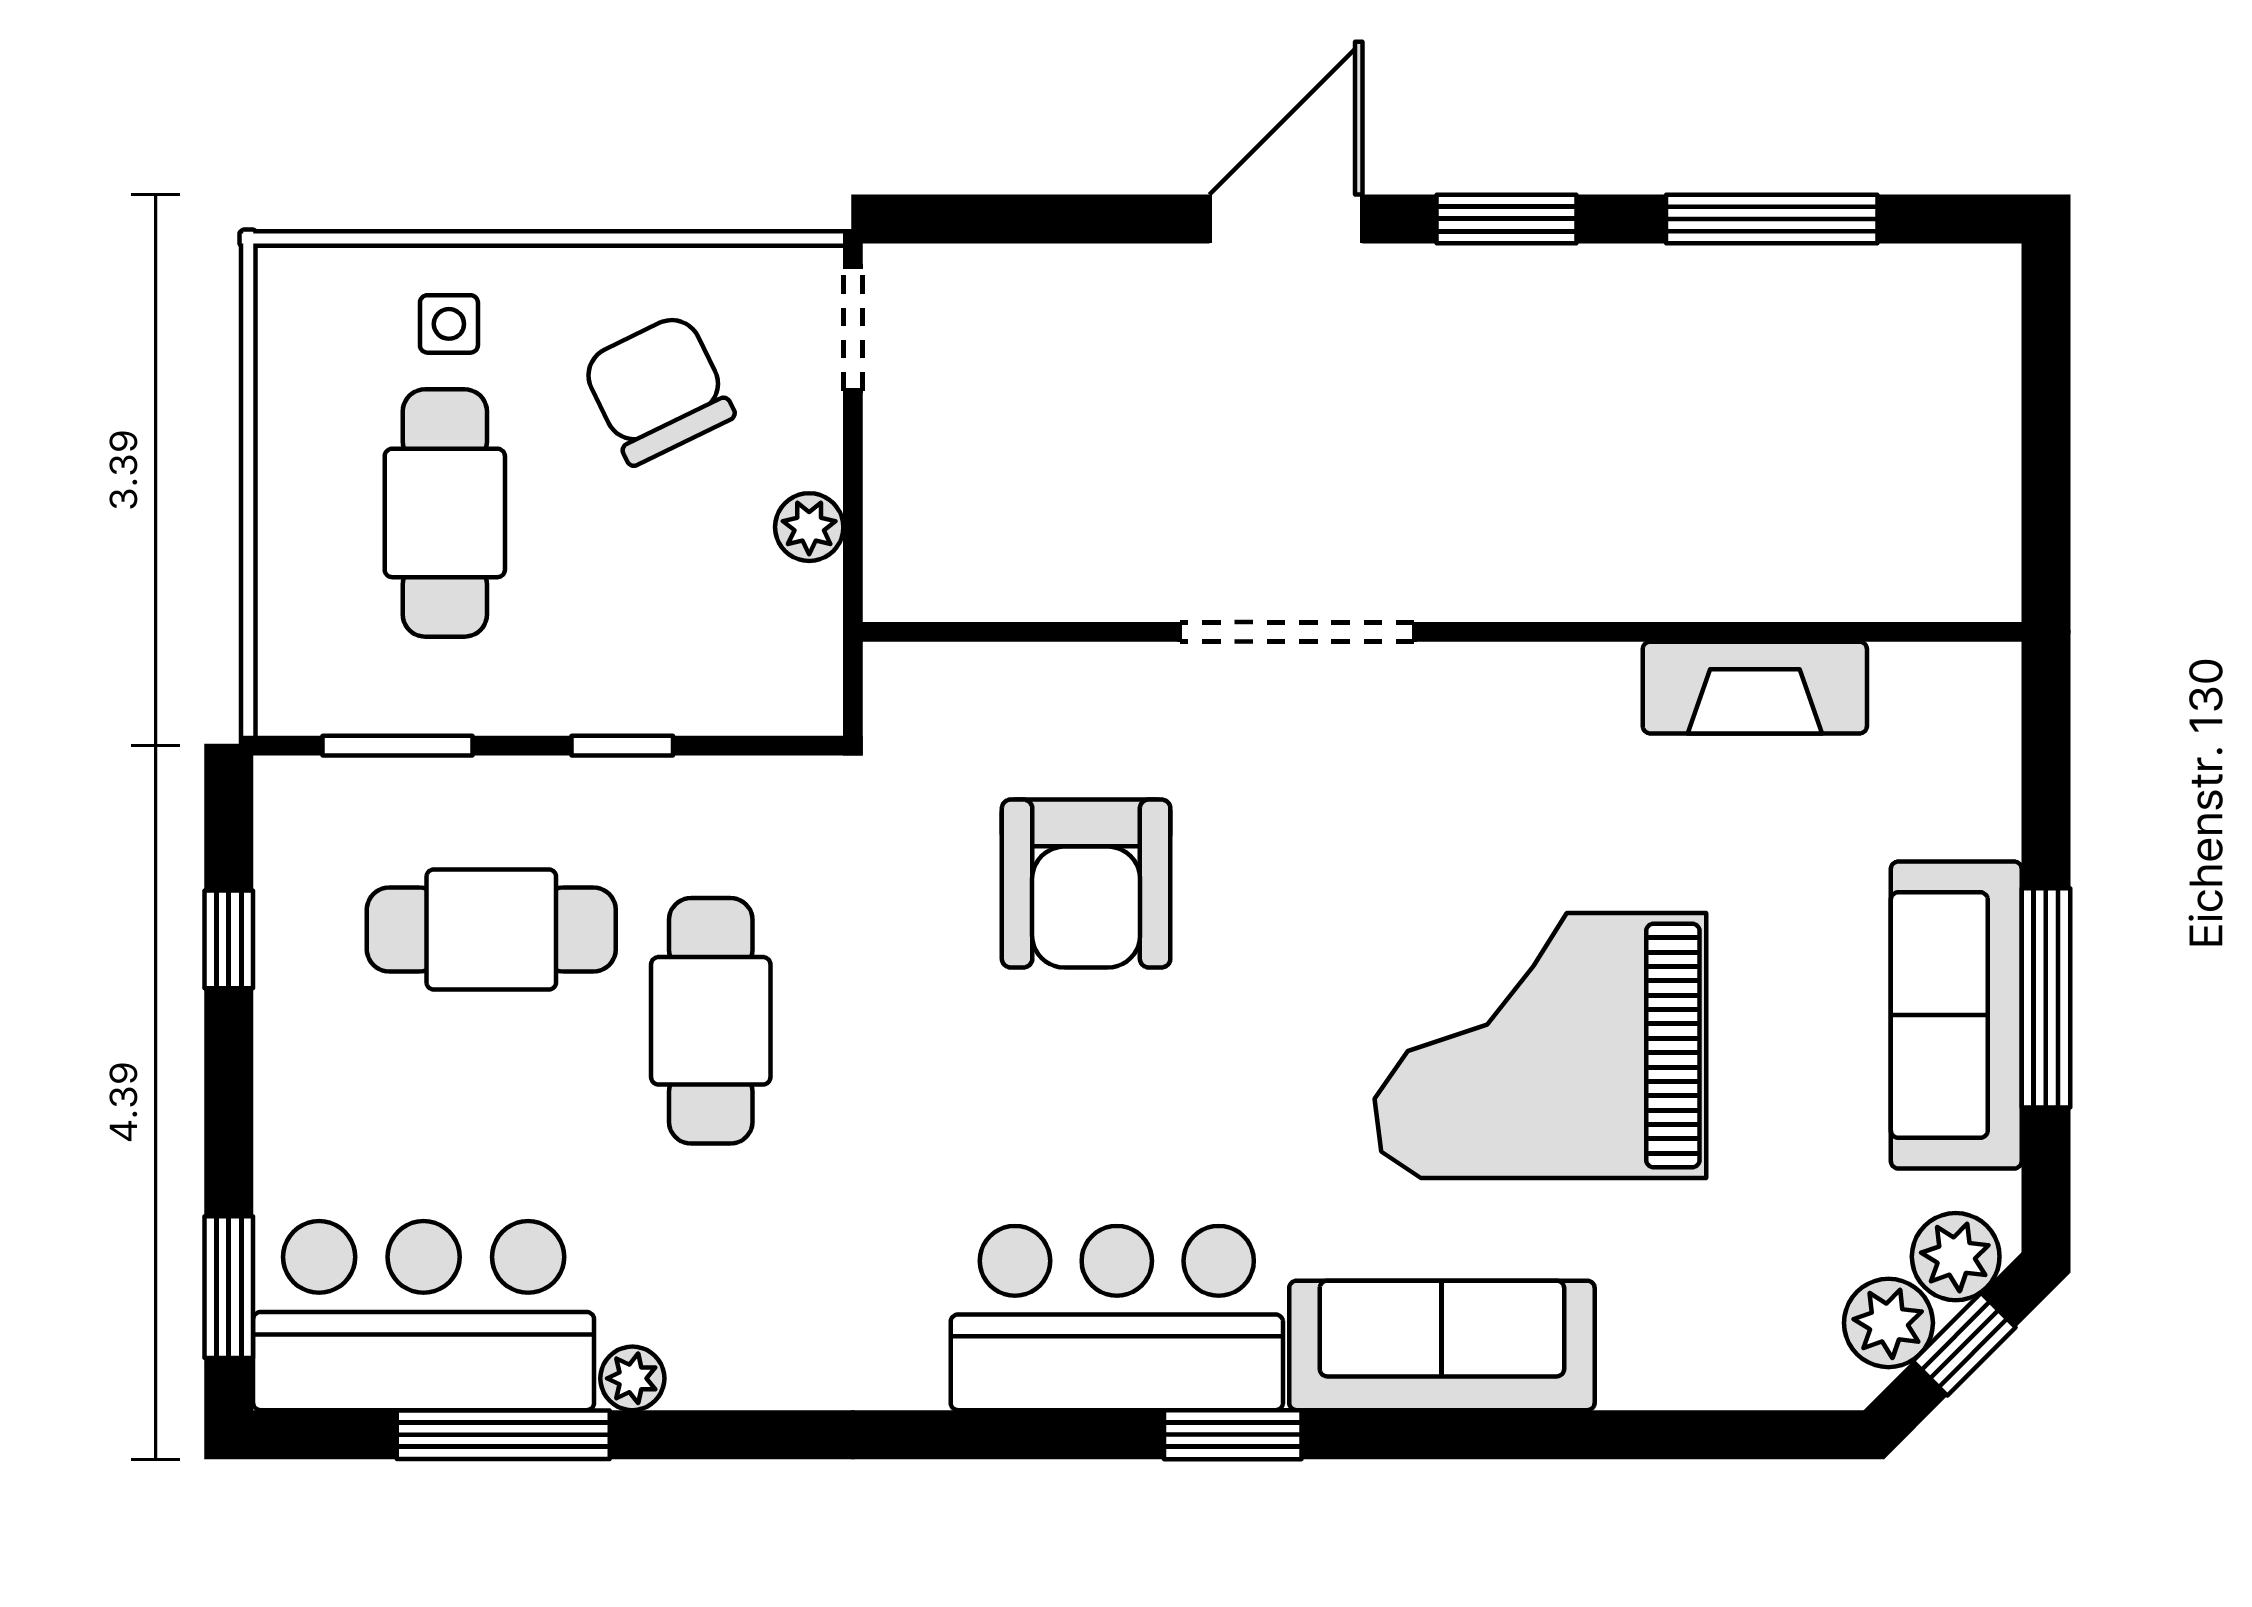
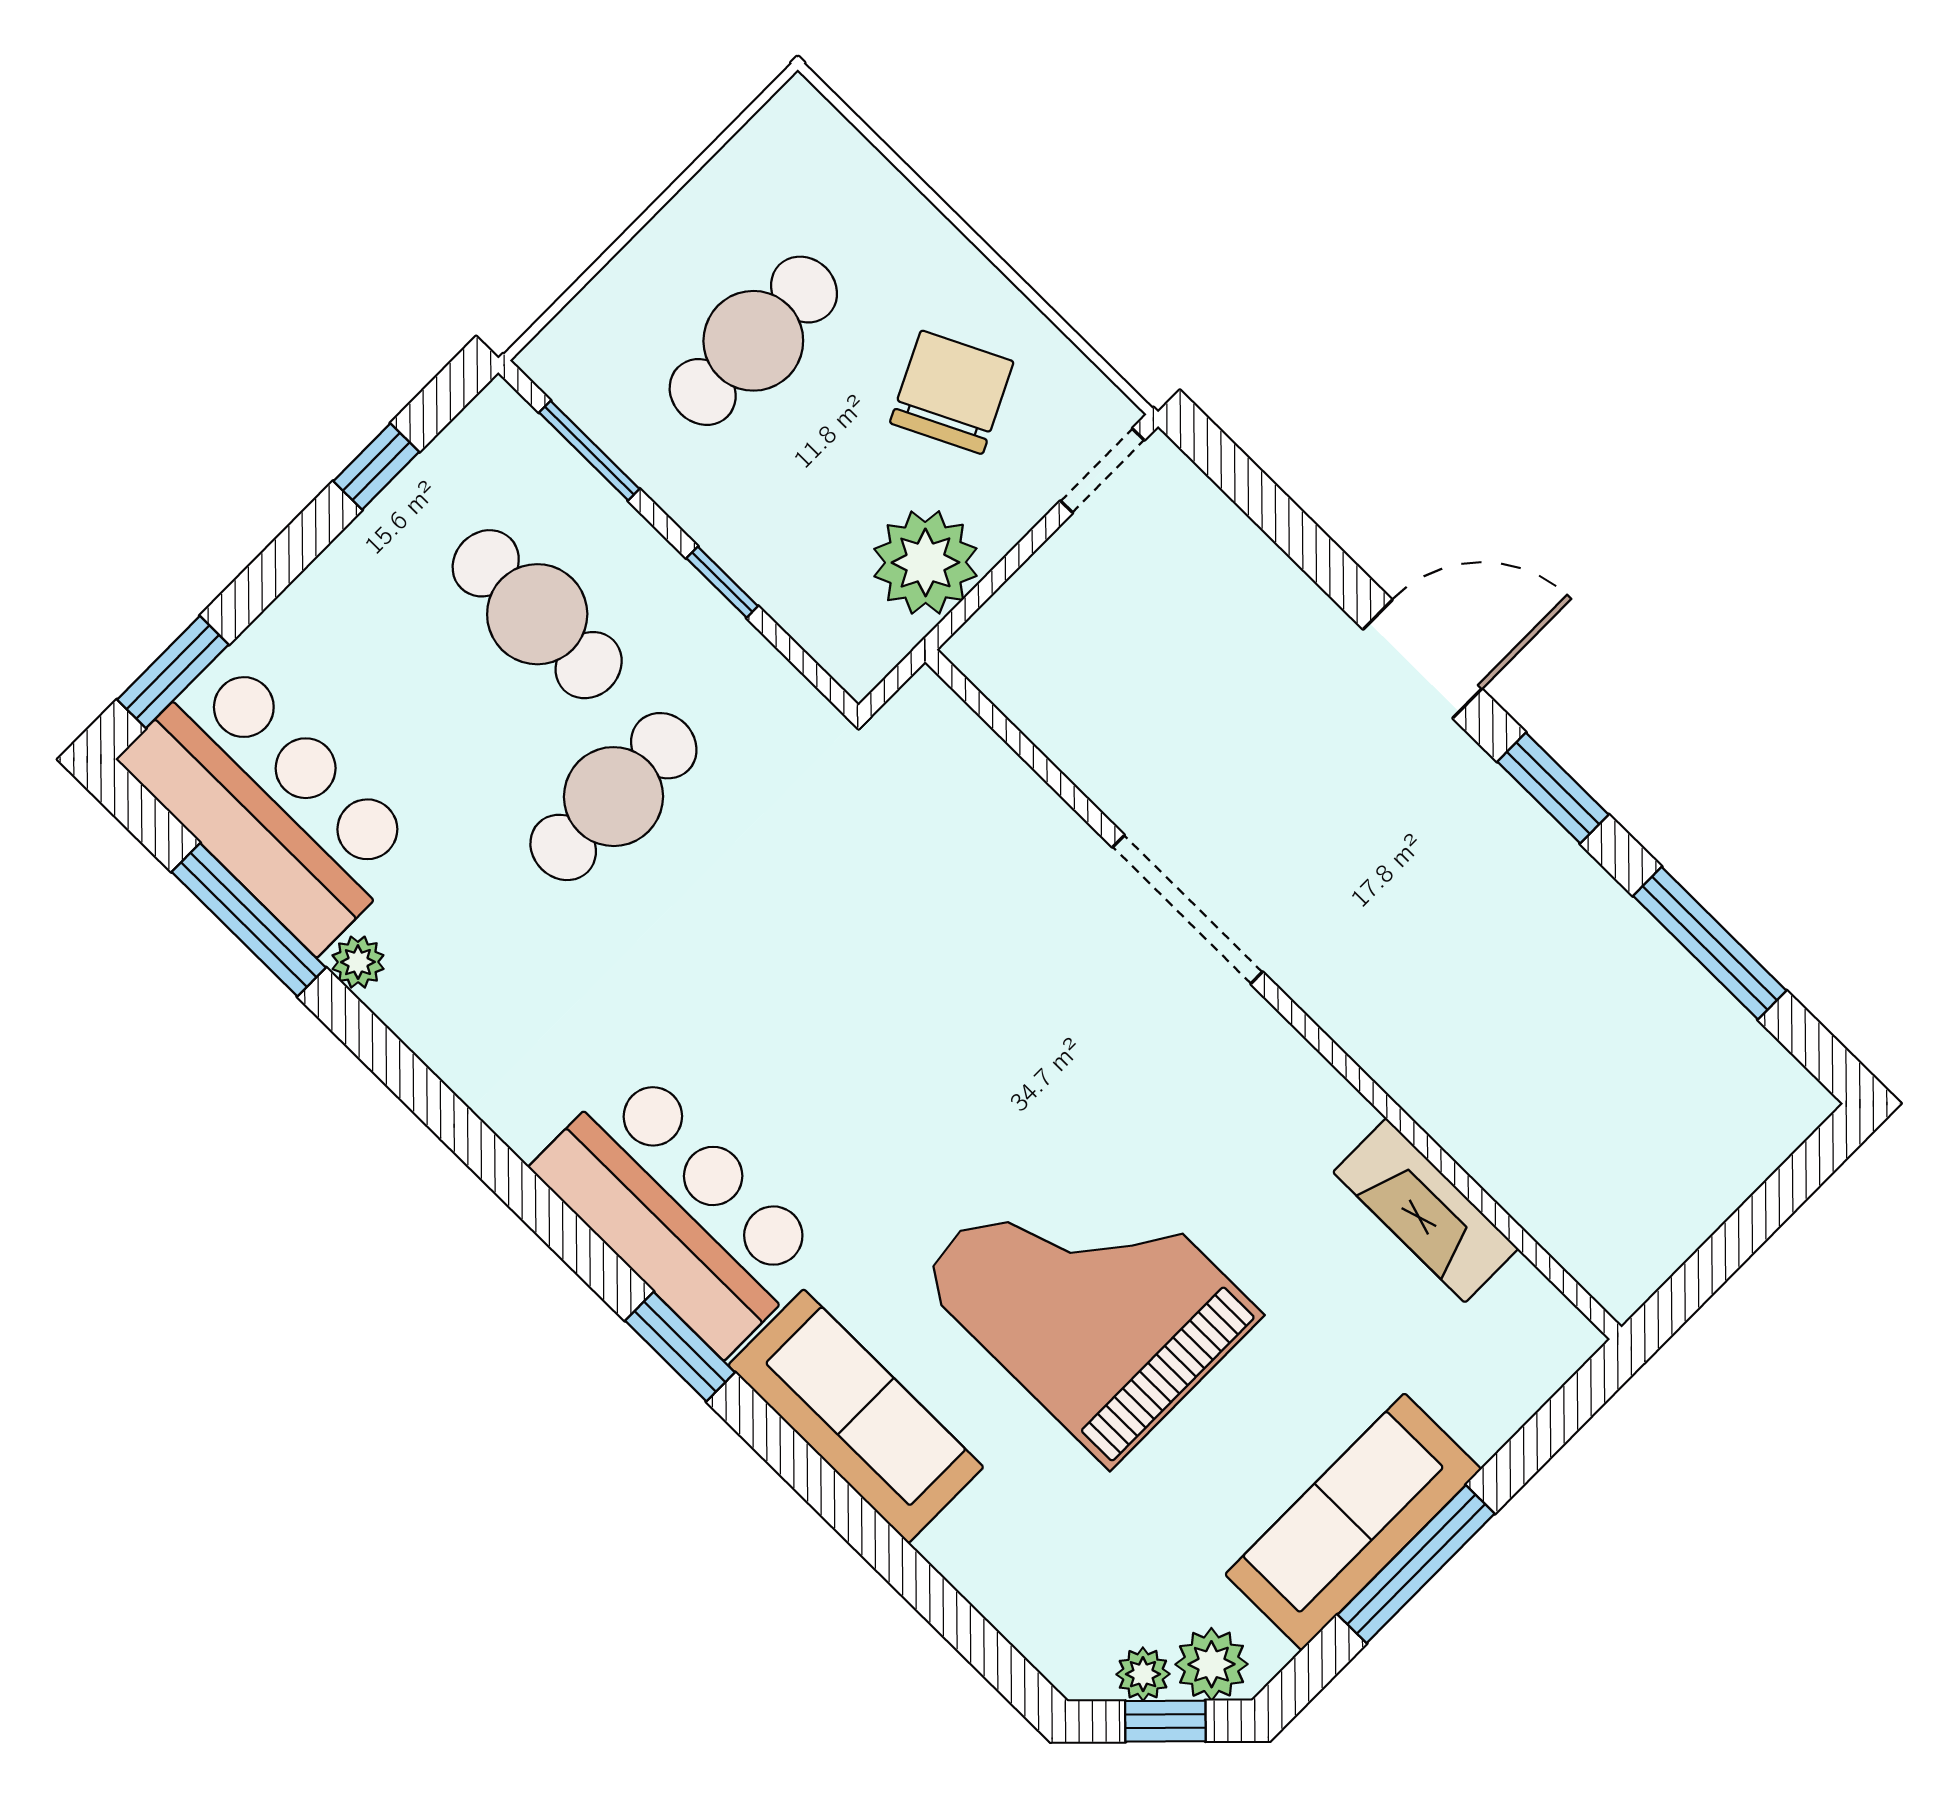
side table: (449, 324) -> (866, 231), removed
plant: (809, 527) -> (925, 562), width x1.88, depth x1.88
armchair: (1086, 884) -> (916, 935), removed
plant: (1888, 1323) -> (1143, 1674), width x0.73, depth x0.73

